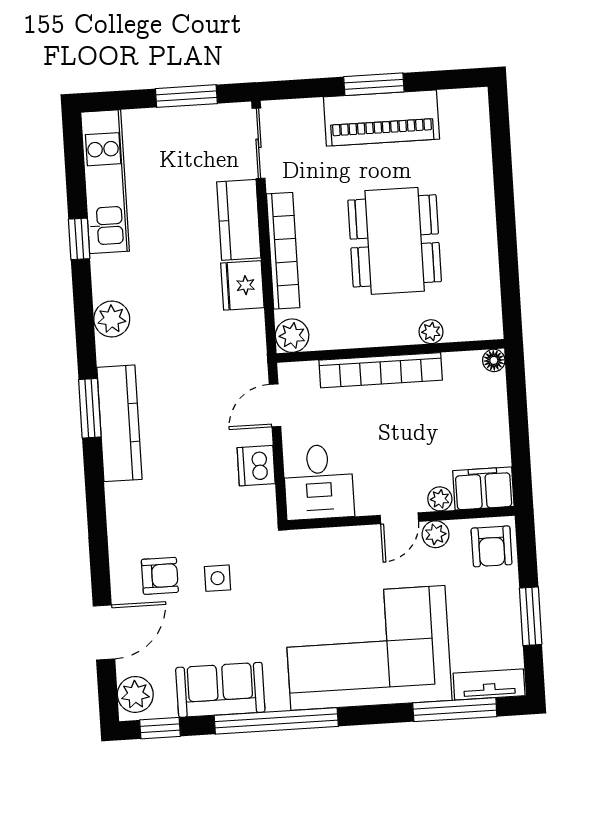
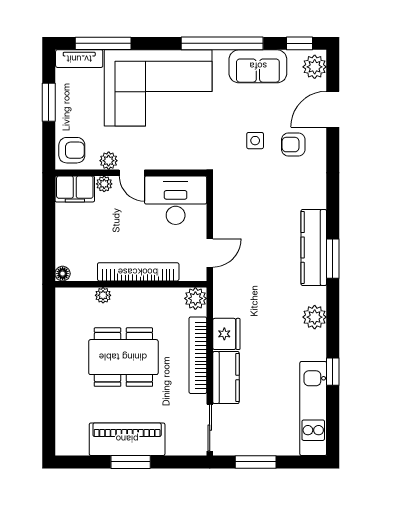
dining table: (395, 241) -> (123, 357), turned 90
dishwasher: (256, 466) -> (225, 214), removed
desk: (319, 482) -> (176, 200), width x1.37
door: (399, 518) -> (132, 173), swing flipped
armchair: (492, 546) -> (72, 150), turned 90

